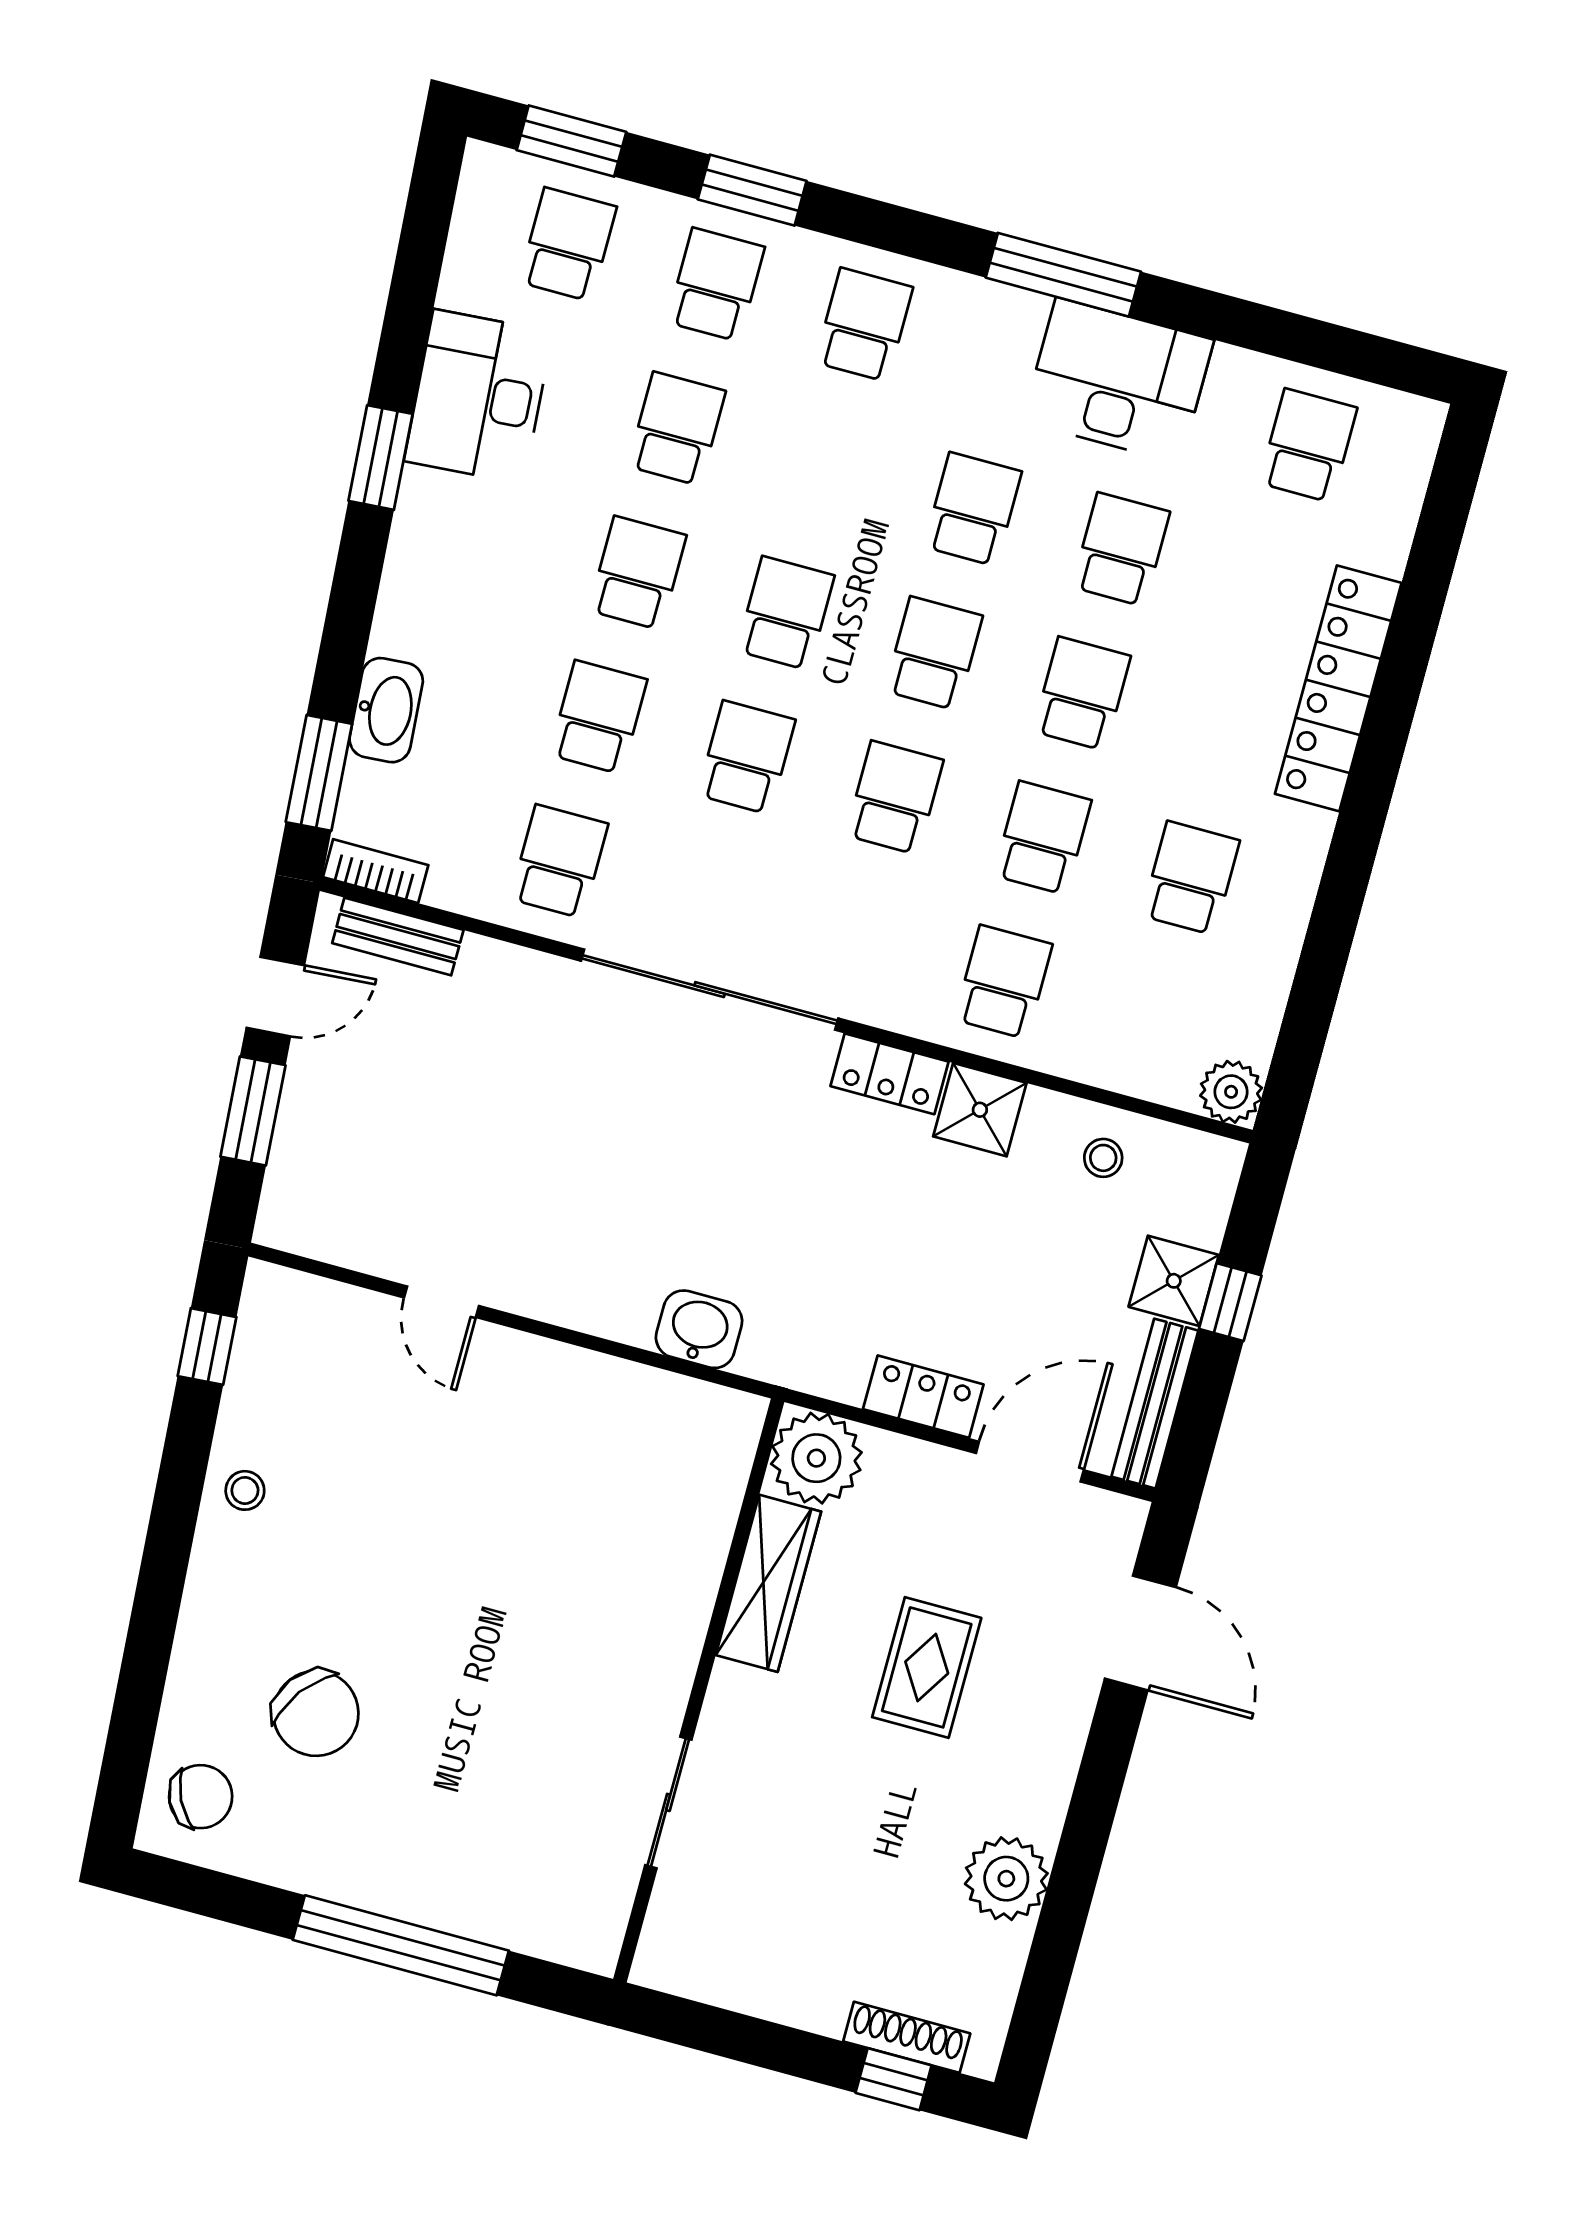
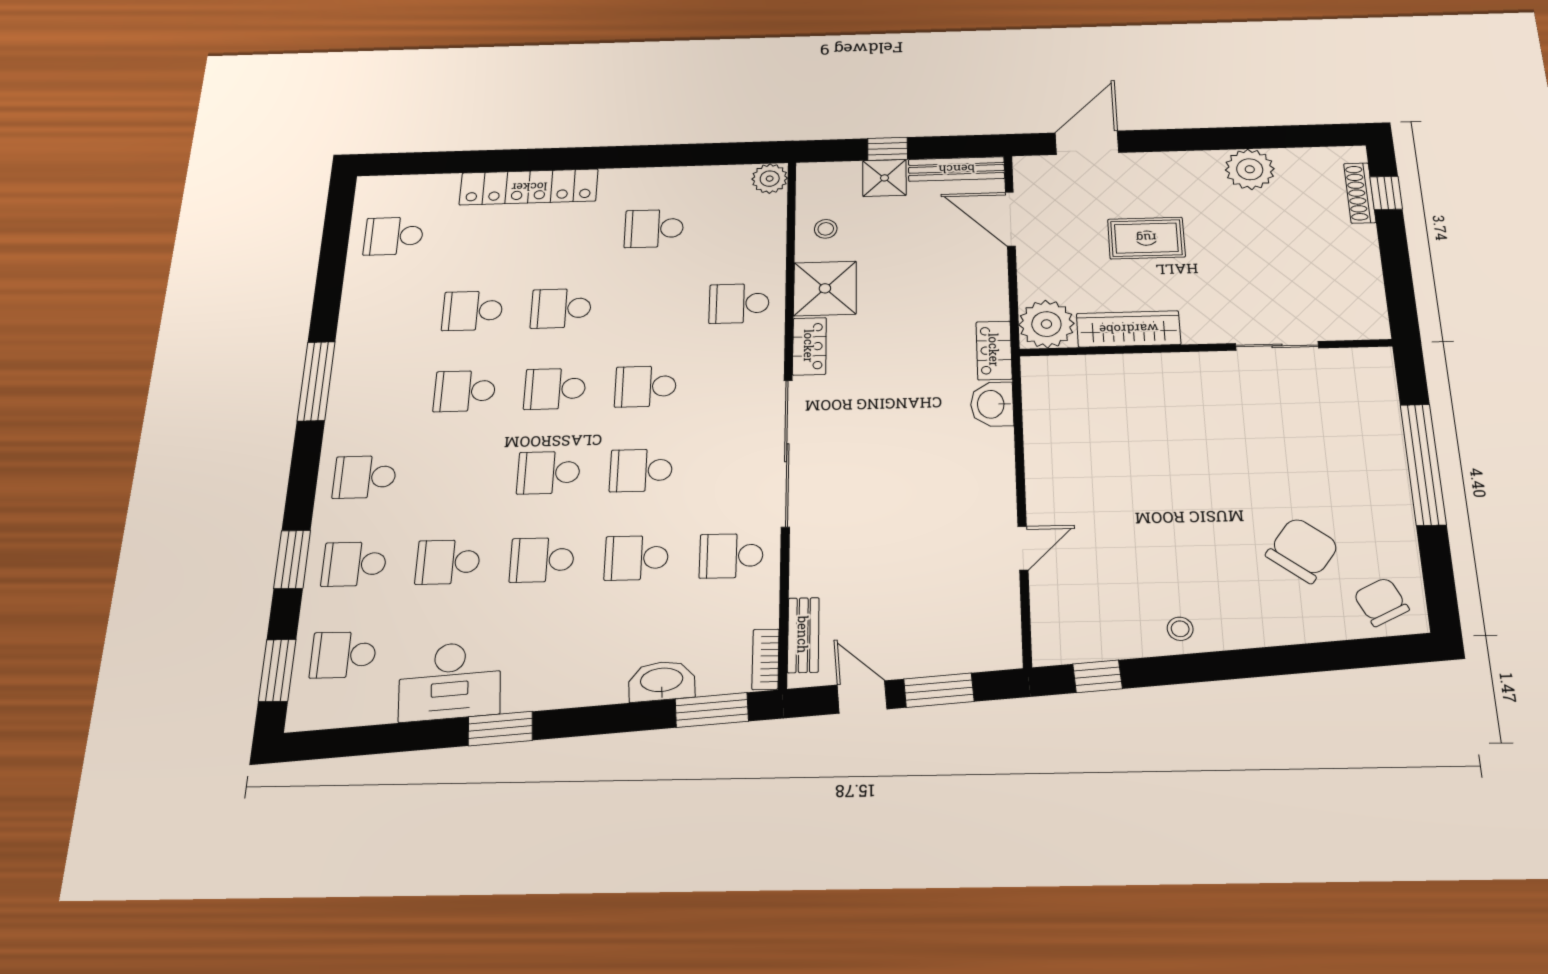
desk: (1118, 380) -> (374, 338), removed
school desk: (1043, 838) -> (650, 306), removed
shower: (980, 1110) -> (825, 288), width x1.36, depth x1.36
locker: (923, 1397) -> (994, 350), moved

